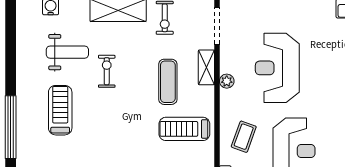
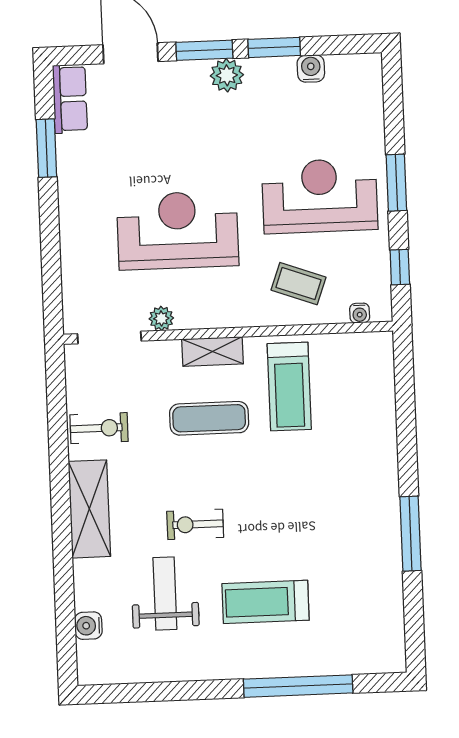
shelving: (206, 67) -> (213, 352), moved
reception desk: (277, 68) -> (178, 230), turned 180
plant: (227, 81) -> (161, 318), moved

